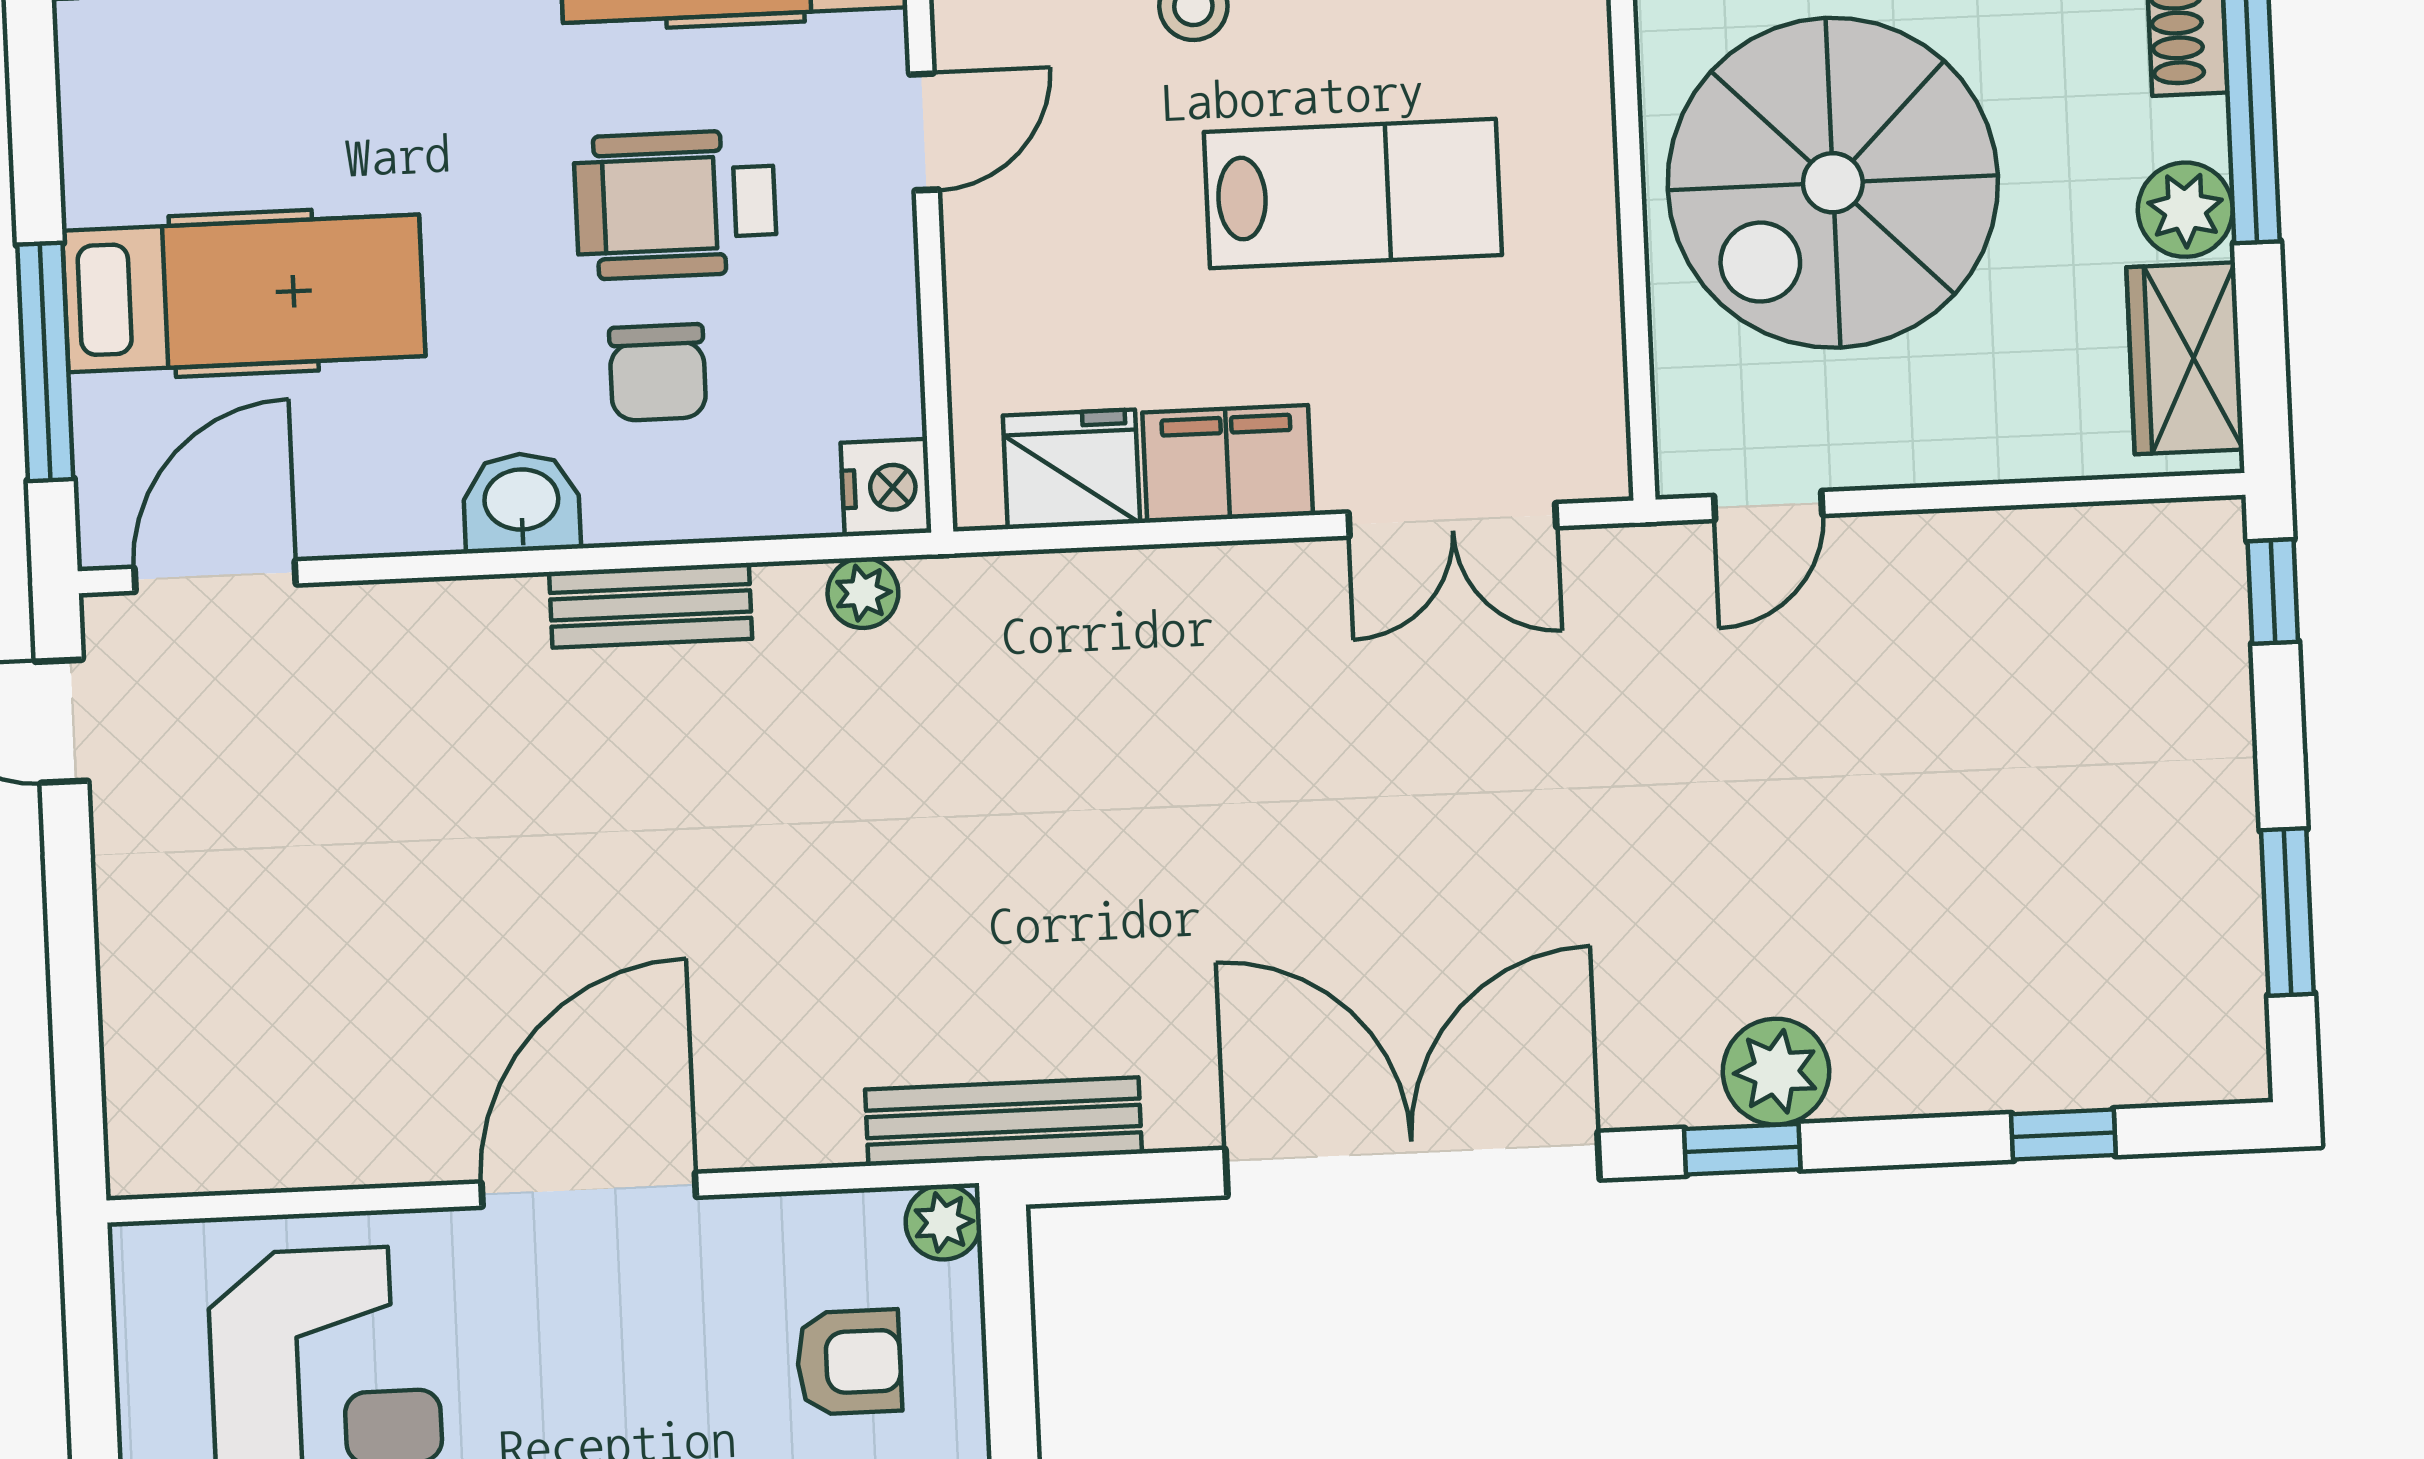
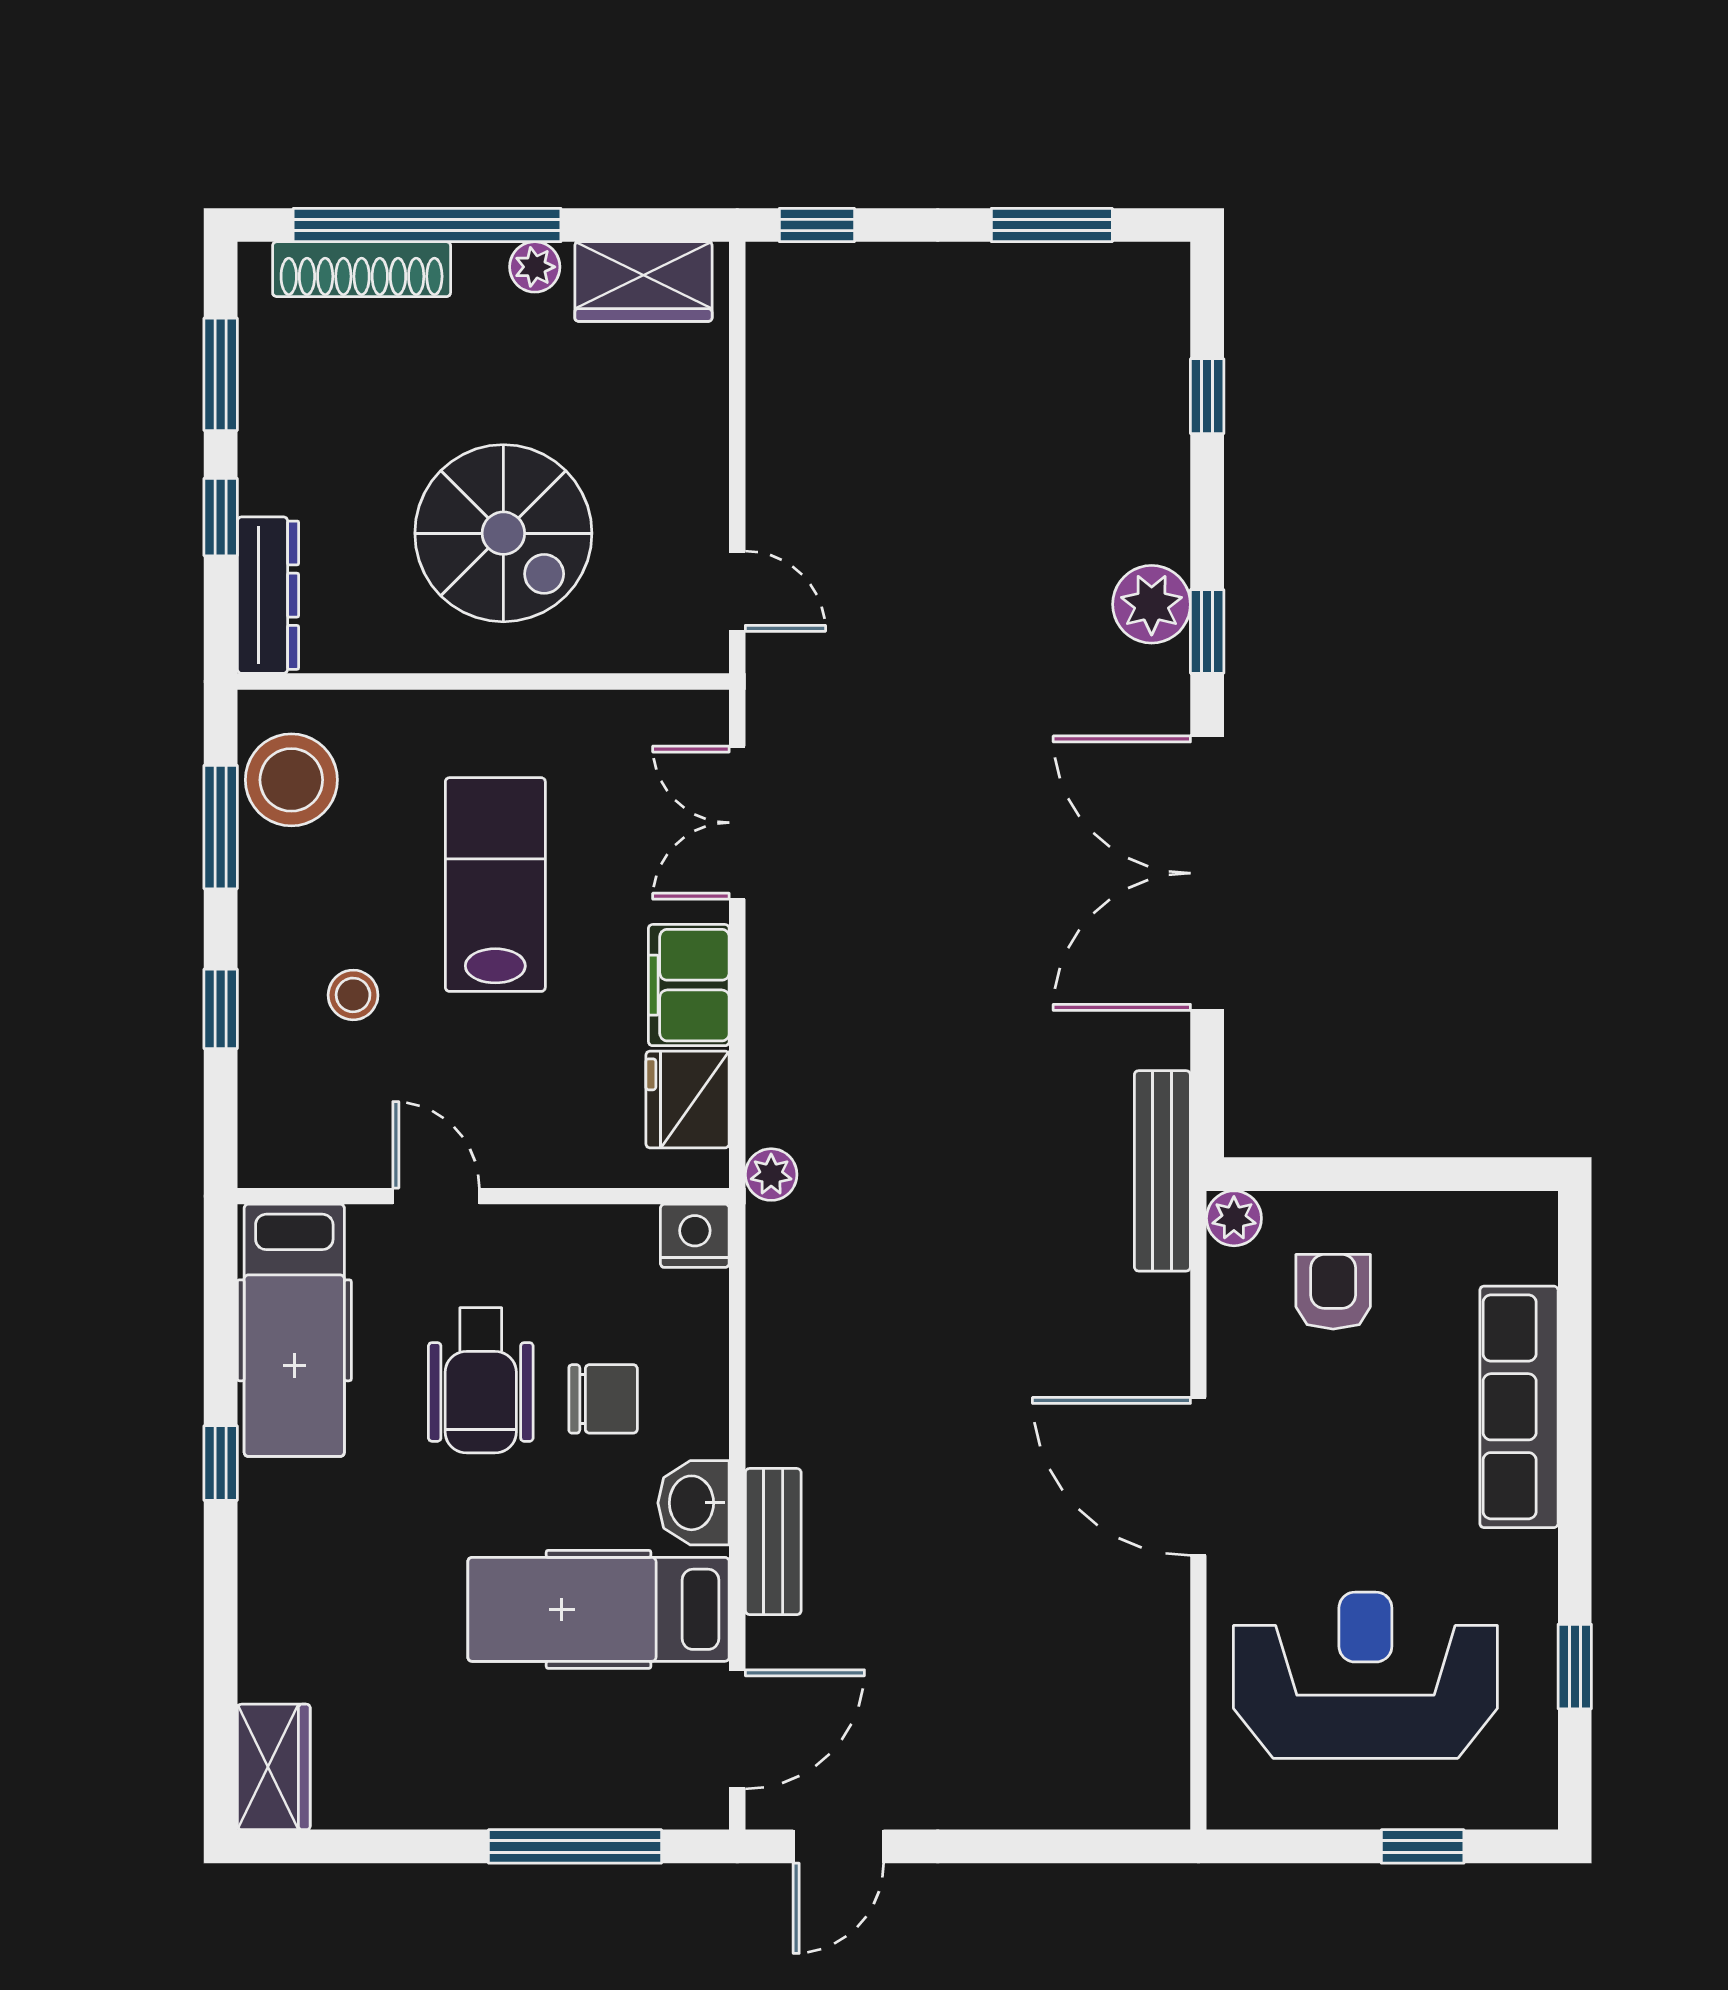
spiral stairs: (1833, 183) -> (503, 533), width x0.73, depth x0.73
plant: (2185, 210) -> (535, 267), width x0.73, depth x0.73
hospital bed: (244, 293) -> (599, 1609), moved, turned -90
double door: (1452, 520) -> (737, 823), swing flipped
door: (215, 576) -> (737, 1729), swing flipped
plant: (863, 593) -> (771, 1175), moved
bench: (651, 605) -> (773, 1542), moved

